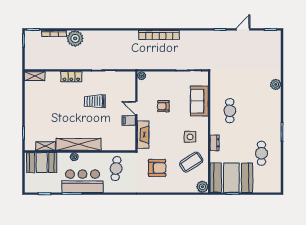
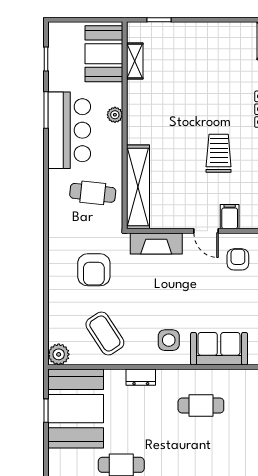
armchair: (163, 106) -> (238, 259), moved
door: (136, 108) -> (206, 231), swing flipped
filing cabinet: (129, 121) -> (230, 217), moved
side table: (190, 137) -> (169, 340), moved
shelving: (79, 144) -> (138, 187), moved

